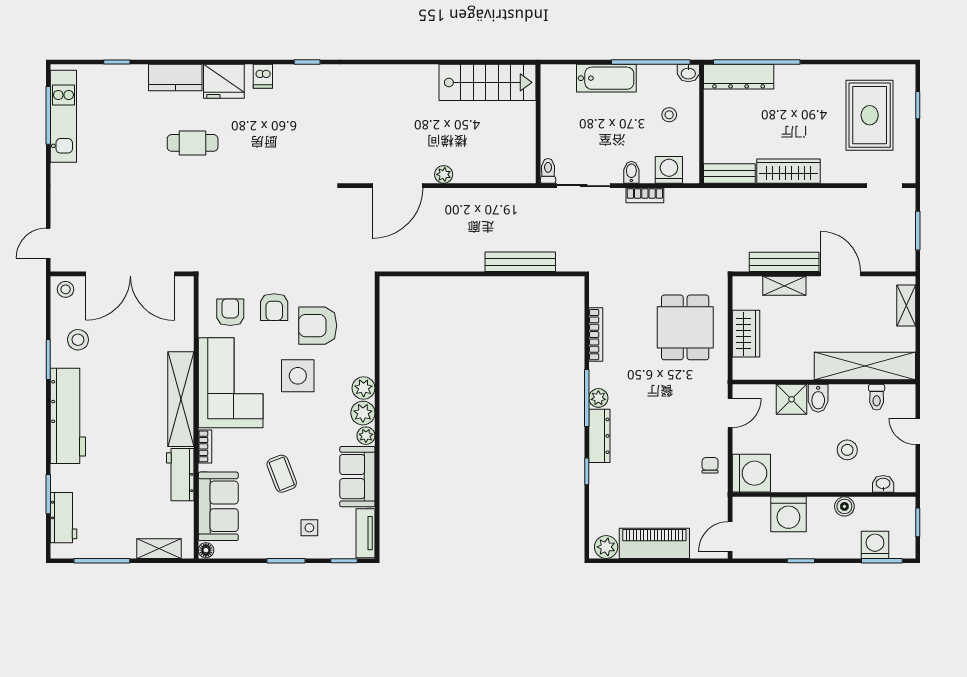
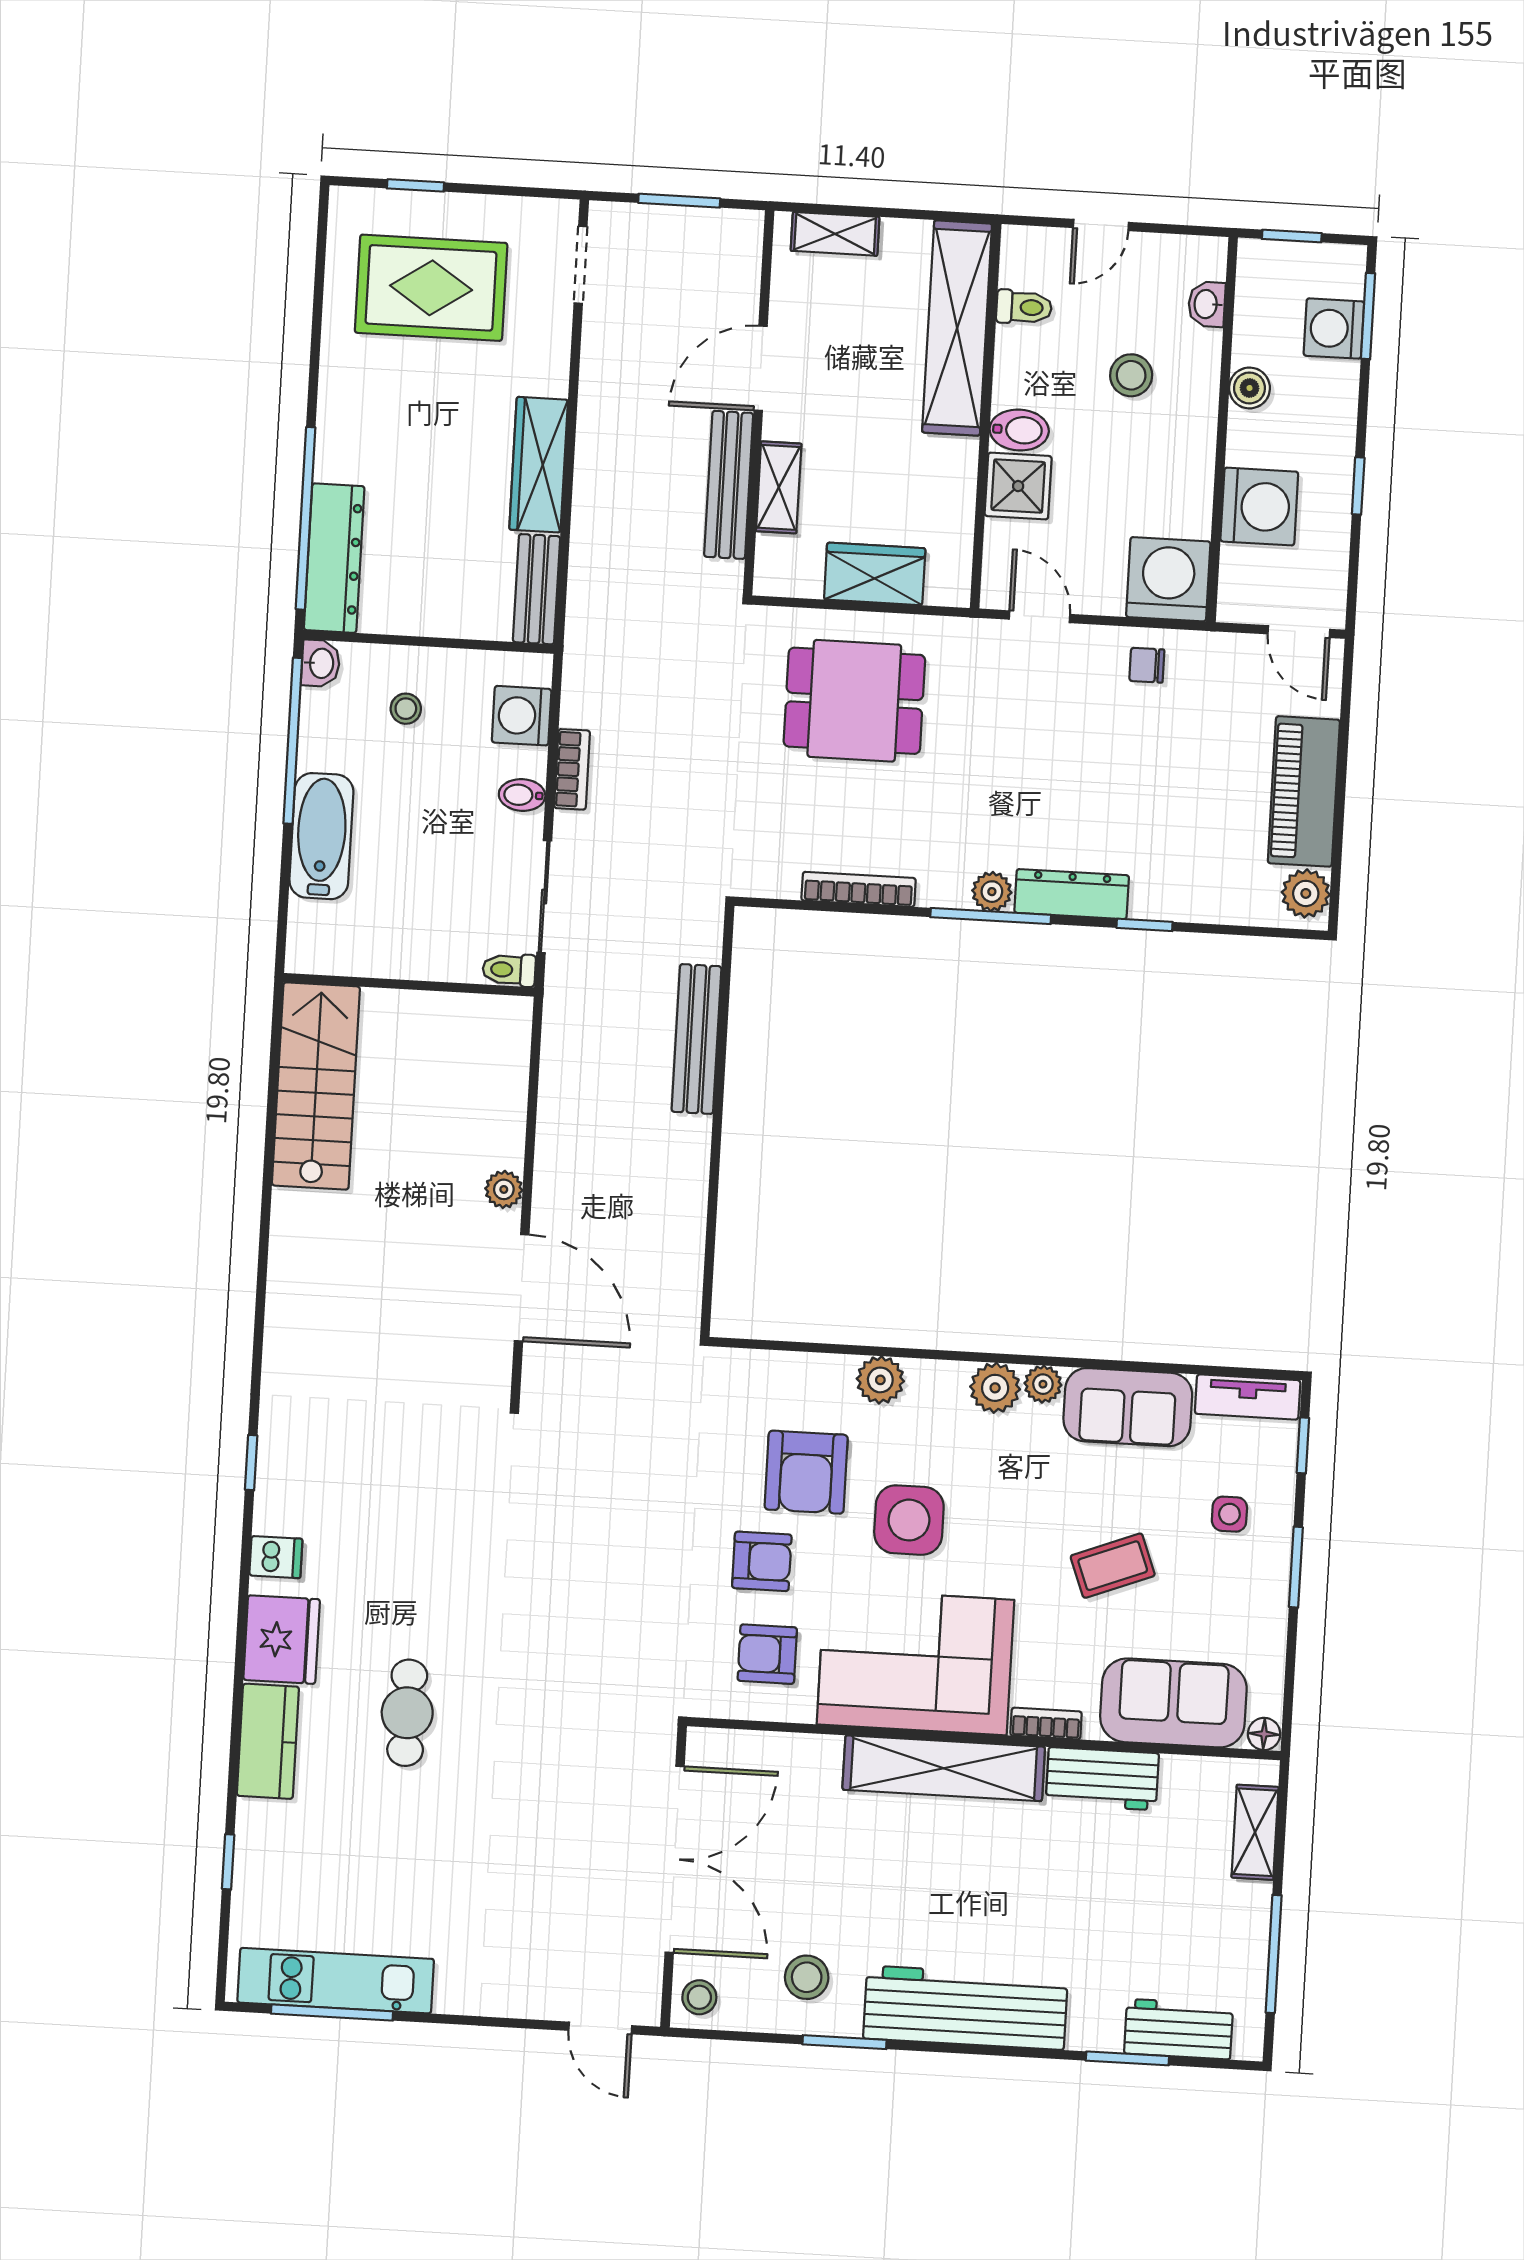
plant: (364, 388) -> (880, 1380), moved

